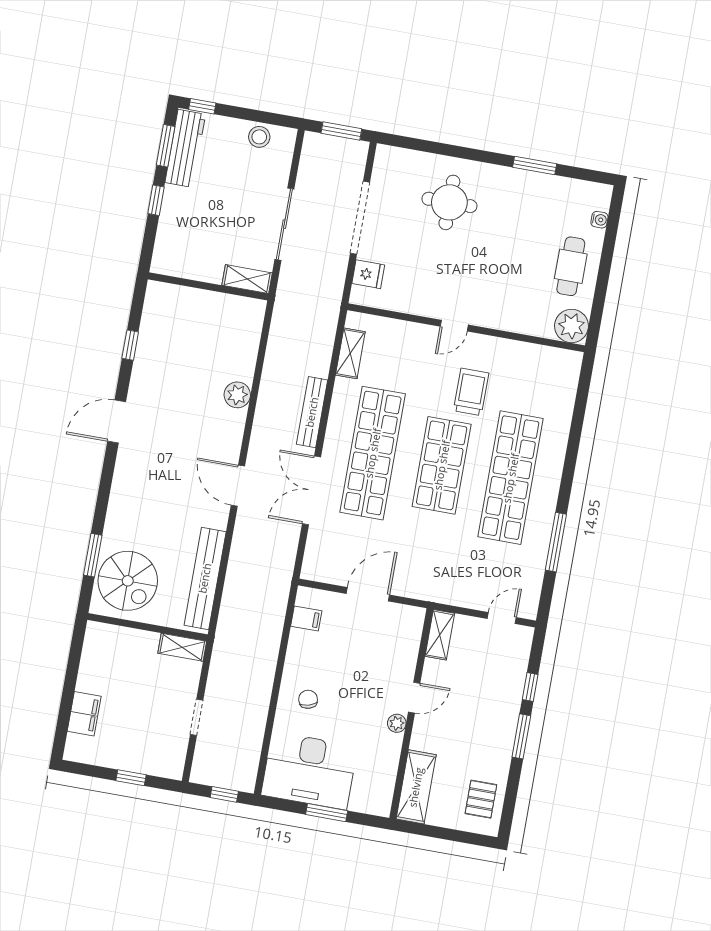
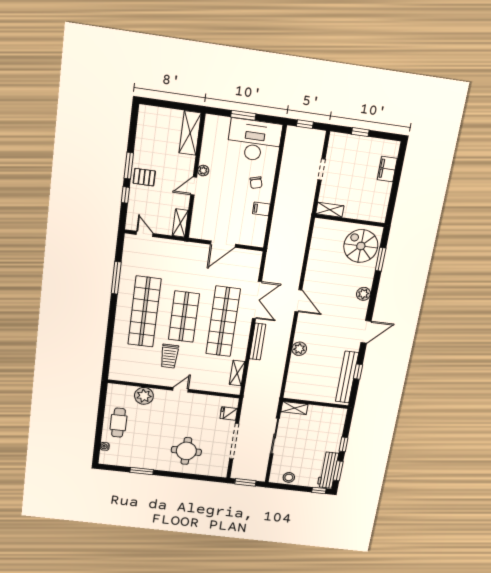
plant: (572, 326) -> (144, 396), moved
plant: (122, 493) -> (363, 294), added
bench: (205, 578) -> (347, 377), moved
filing cabinet: (306, 618) -> (261, 209), moved
door: (502, 618) -> (145, 234), swing flipped
pallet: (481, 799) -> (144, 177), moved, turned 90

